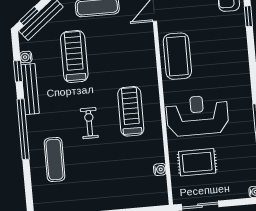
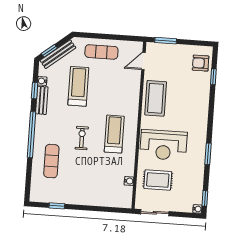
bench: (30, 89) -> (42, 100), width x0.73
reception desk: (197, 115) -> (164, 145), turned 180

